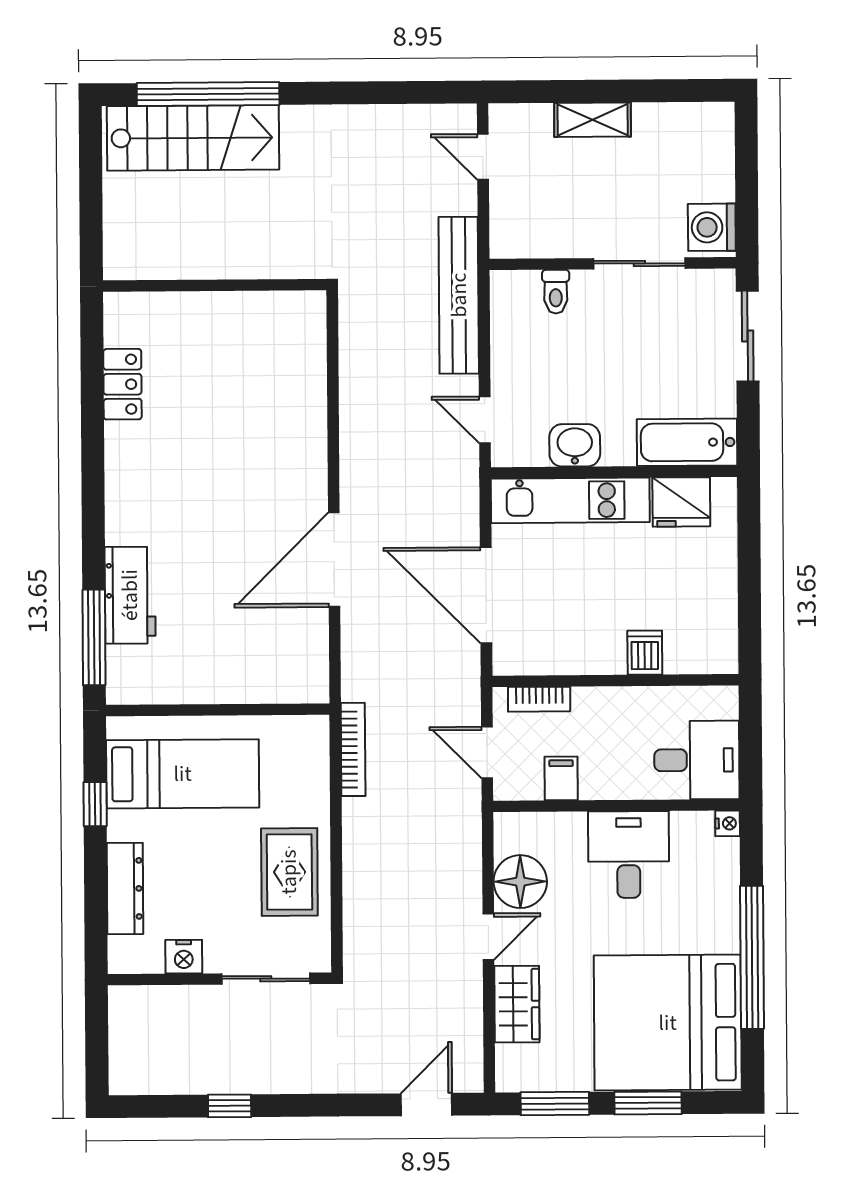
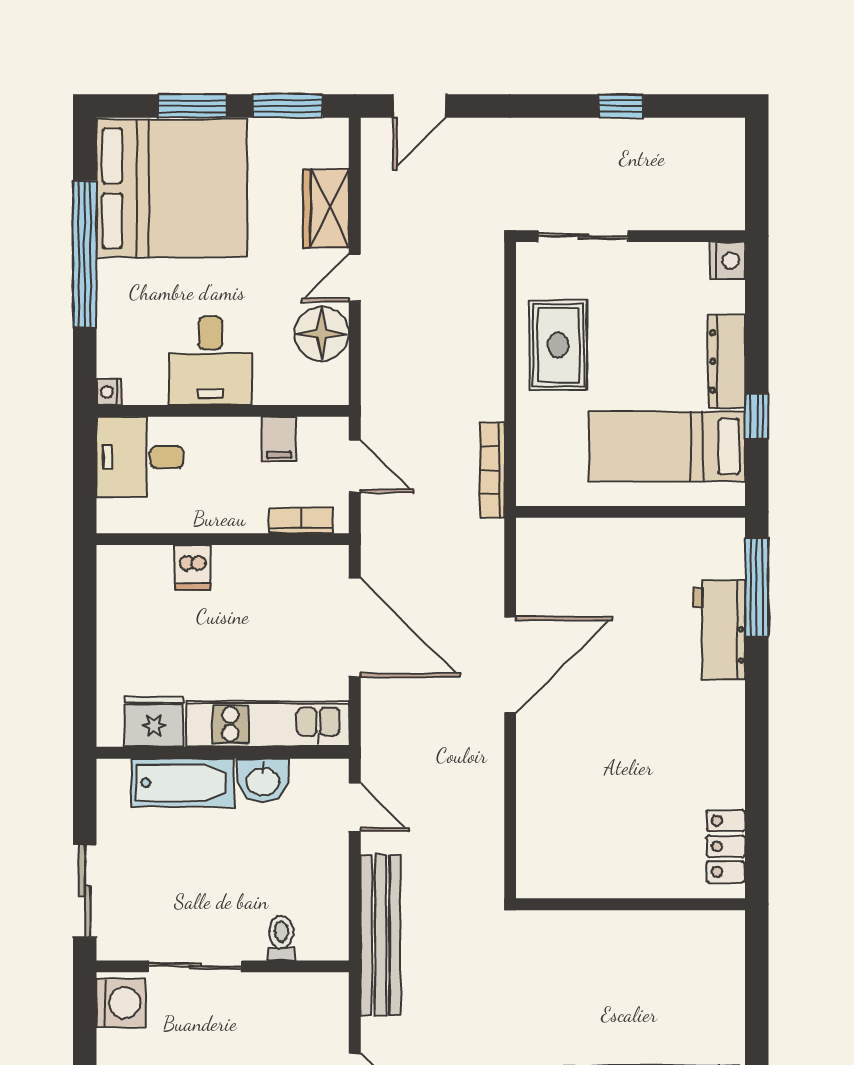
wall: (215, 285) -> (631, 904), moved
bathtub: (687, 442) -> (183, 783), moved
dresser: (125, 889) -> (727, 361), moved
nightstand: (184, 957) -> (728, 261), moved, turned 90

